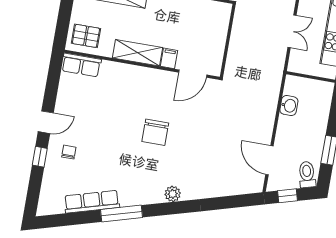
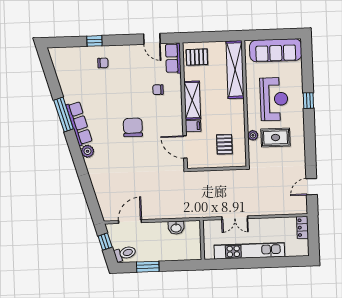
pallet: (200, 25) -> (224, 144), added
pallet: (86, 36) -> (197, 57), turned 90
chair: (116, 92) -> (158, 90), added
door: (46, 122) -> (152, 39), moved
chair: (155, 132) -> (133, 127), turned 90
row of seats: (92, 202) -> (79, 123), moved

